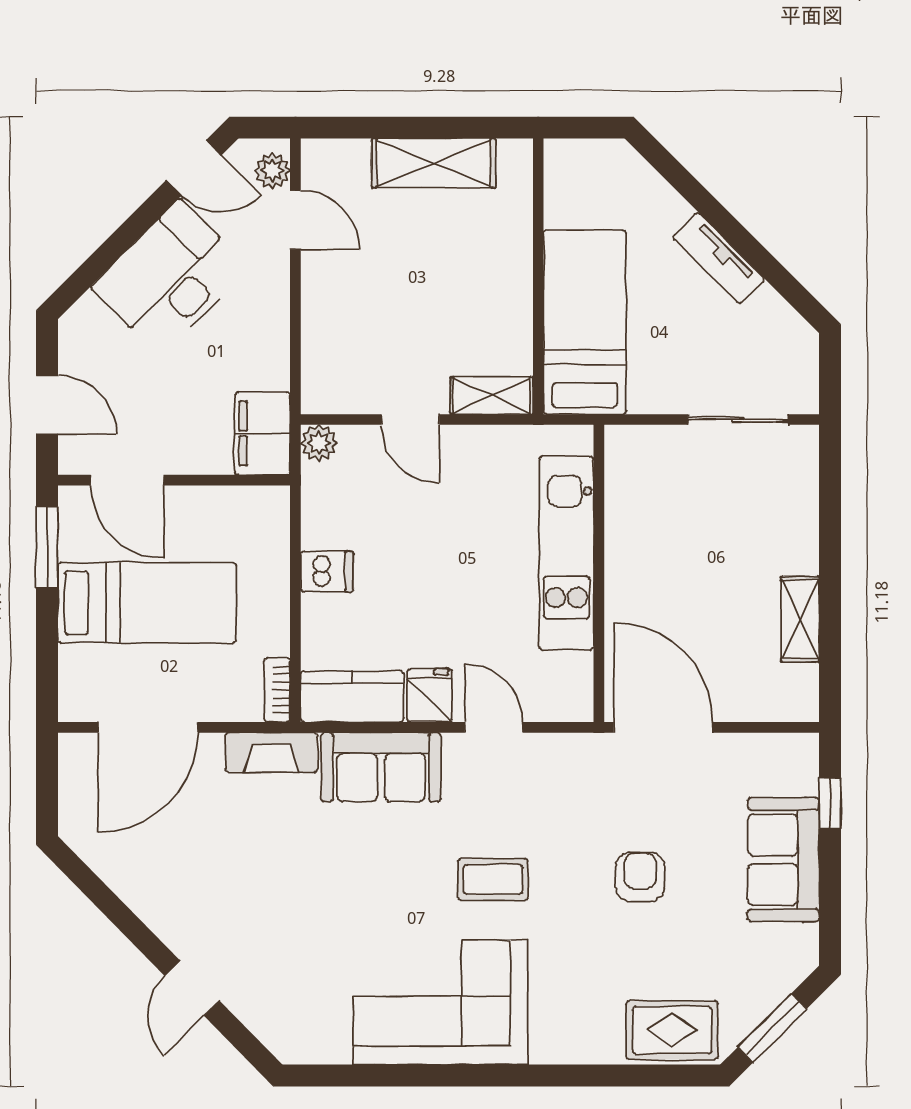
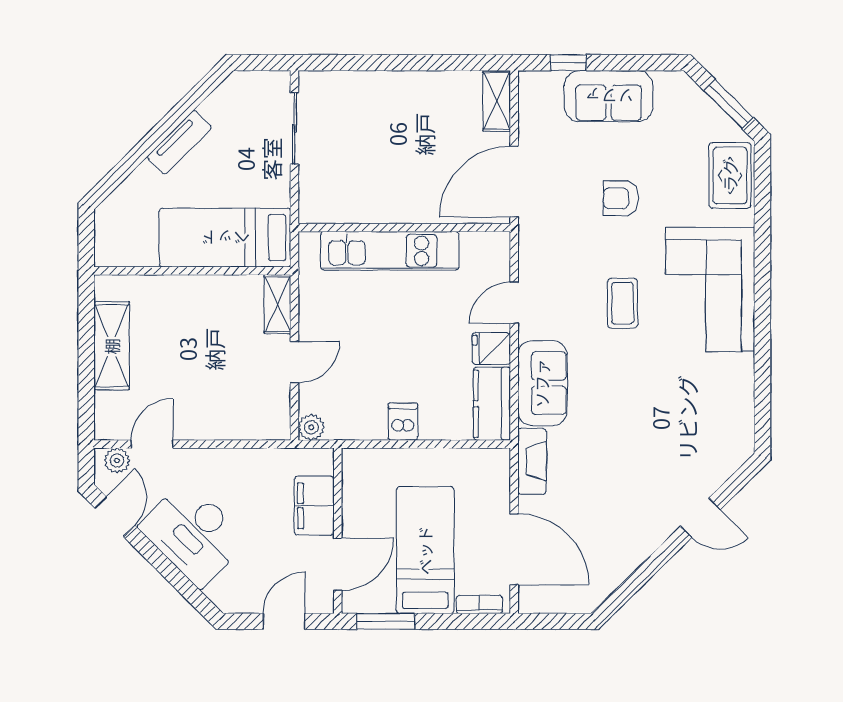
filing cabinet: (263, 433) -> (314, 506), moved, turned 90
shelving: (800, 619) -> (497, 101), moved, turned 90
bookcase: (277, 690) -> (479, 604), moved, turned 180
corner sofa: (441, 1002) -> (710, 290), moved

